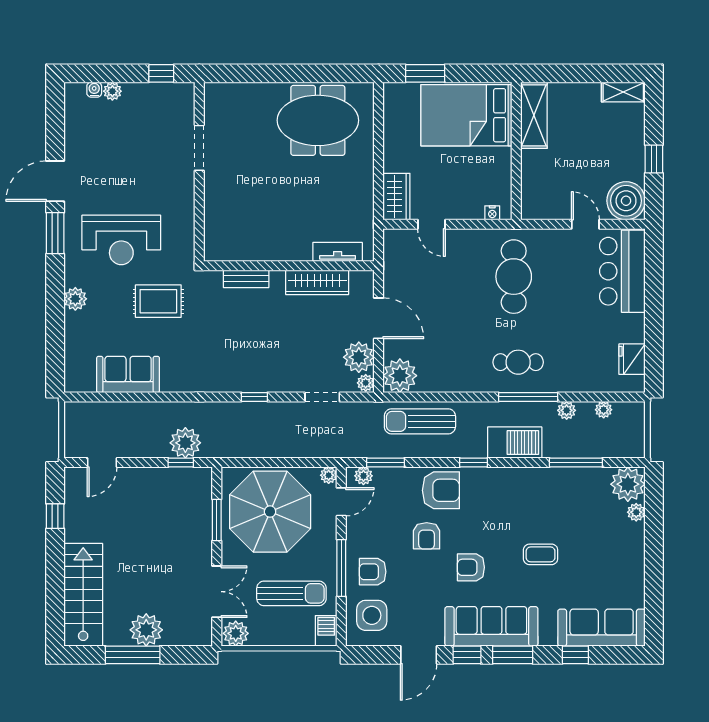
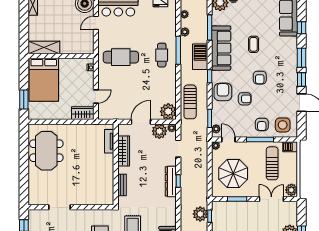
dresser: (254, 381) -> (171, 181), added
parasol: (270, 512) -> (233, 174), width x0.73, depth x0.73
sofa: (491, 626) -> (221, 48), moved, turned 180

